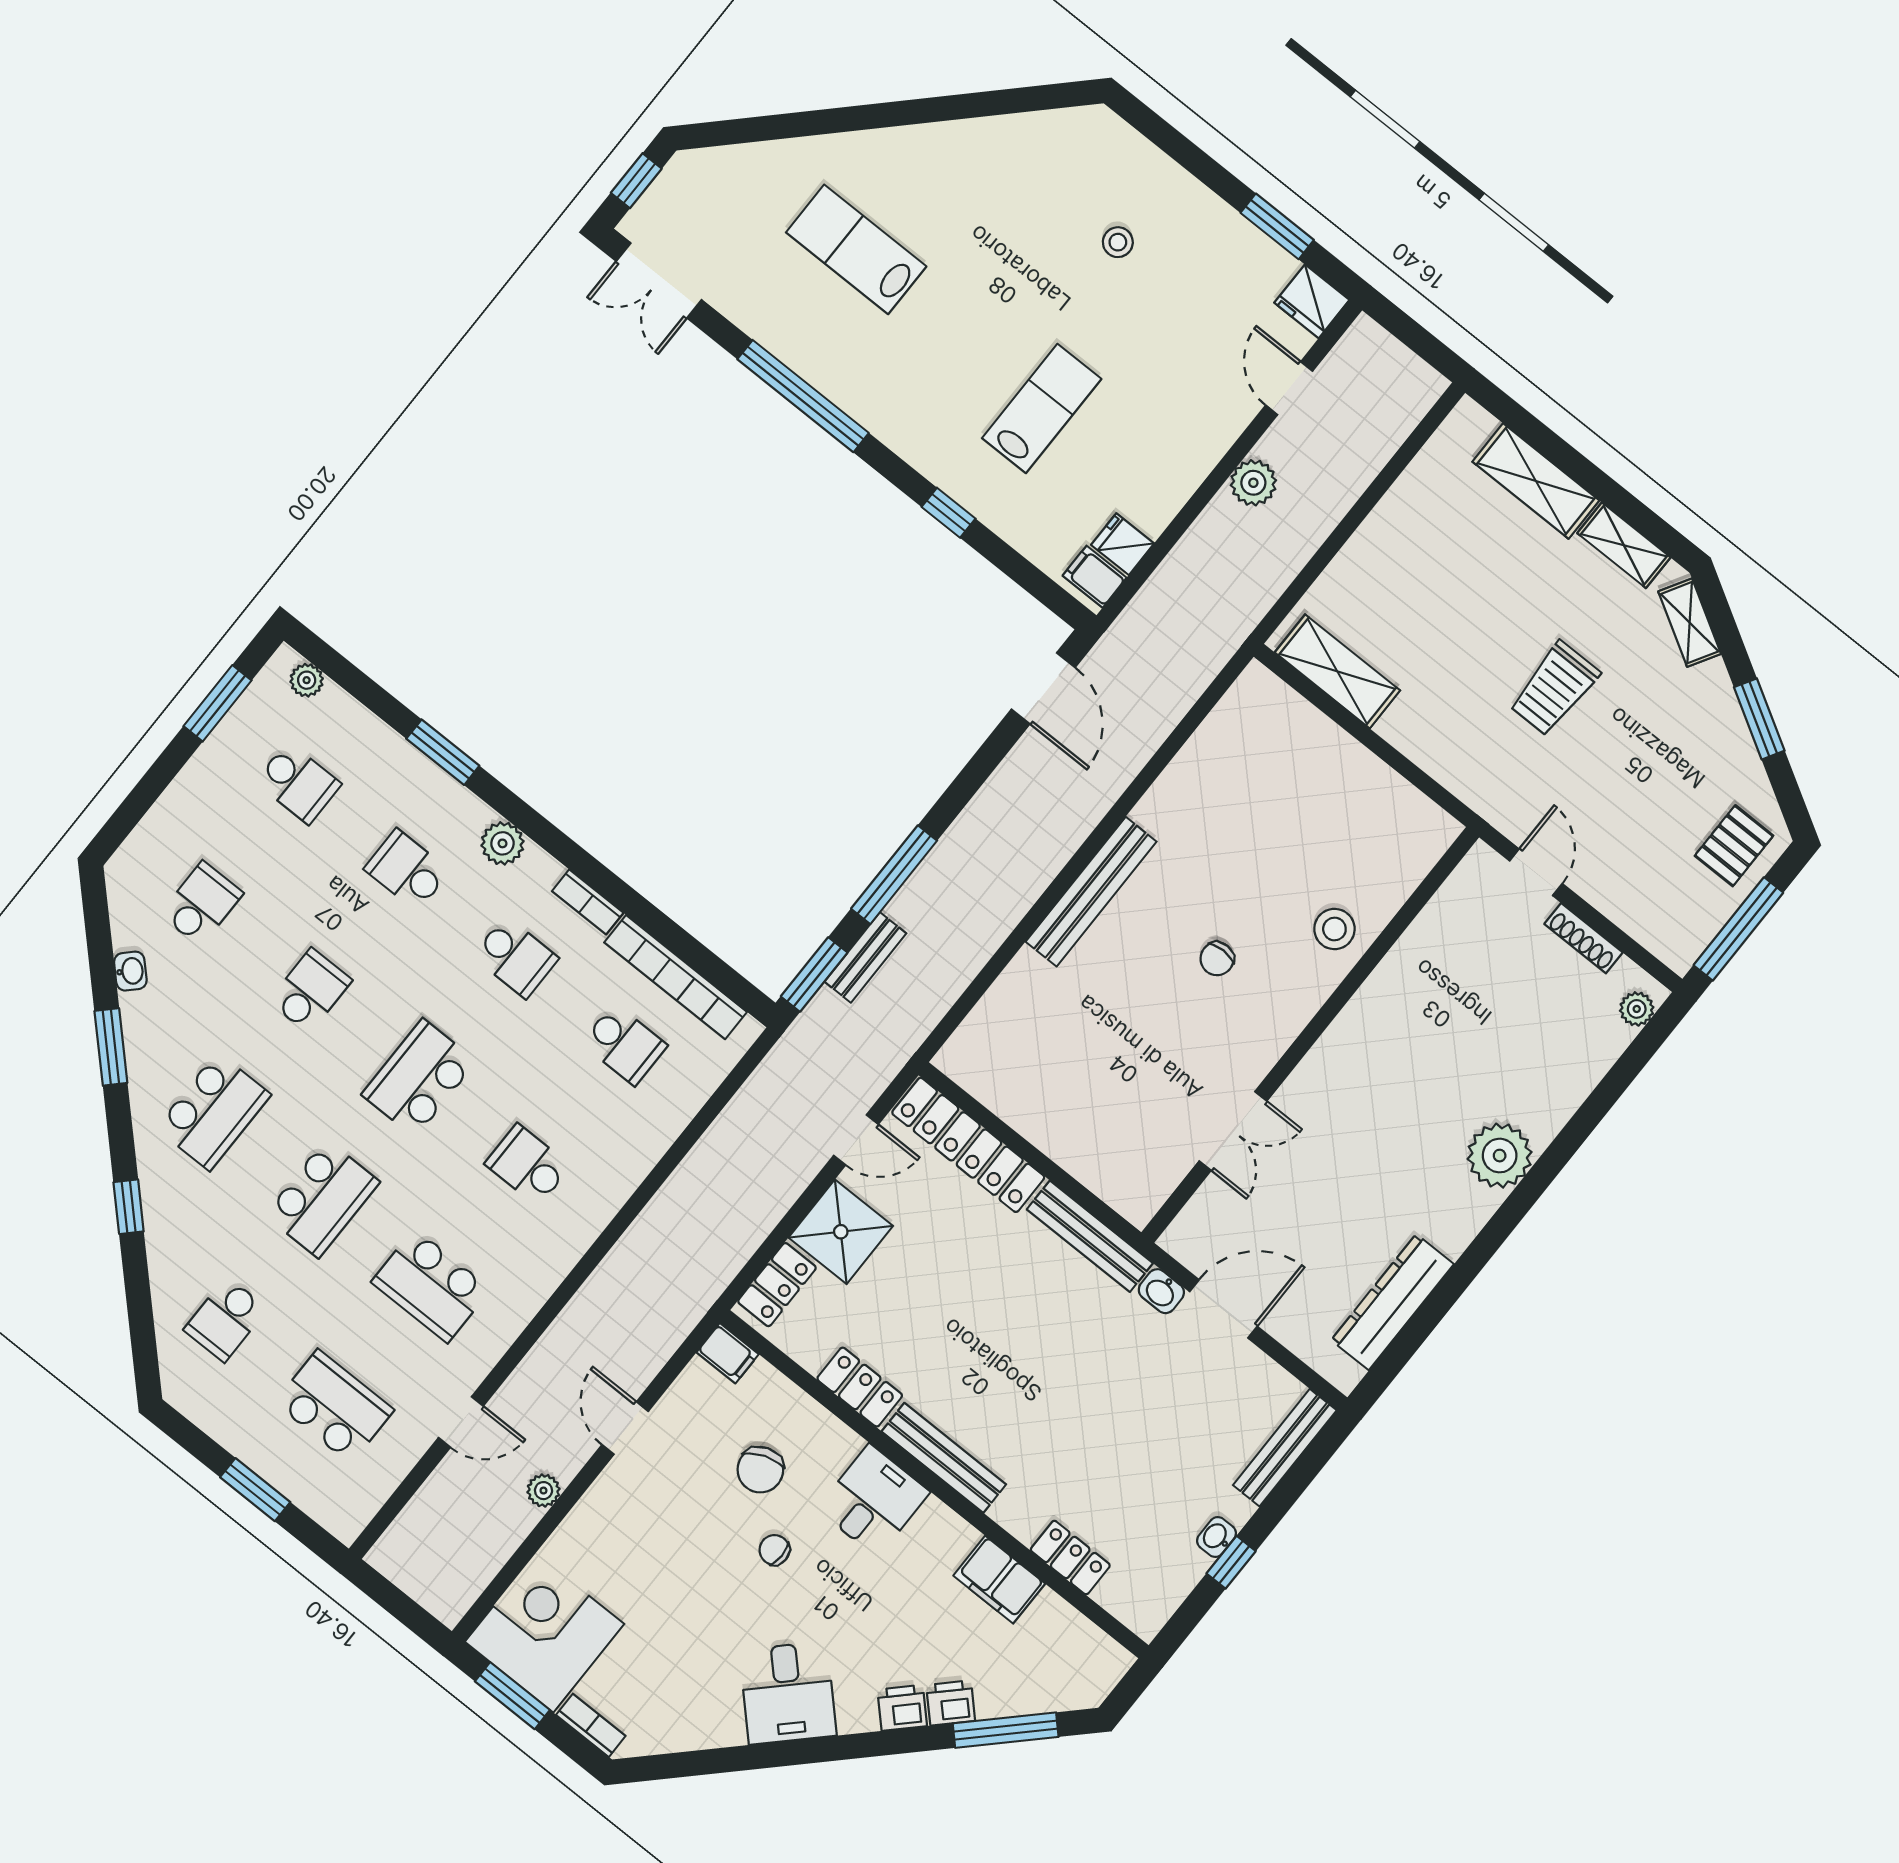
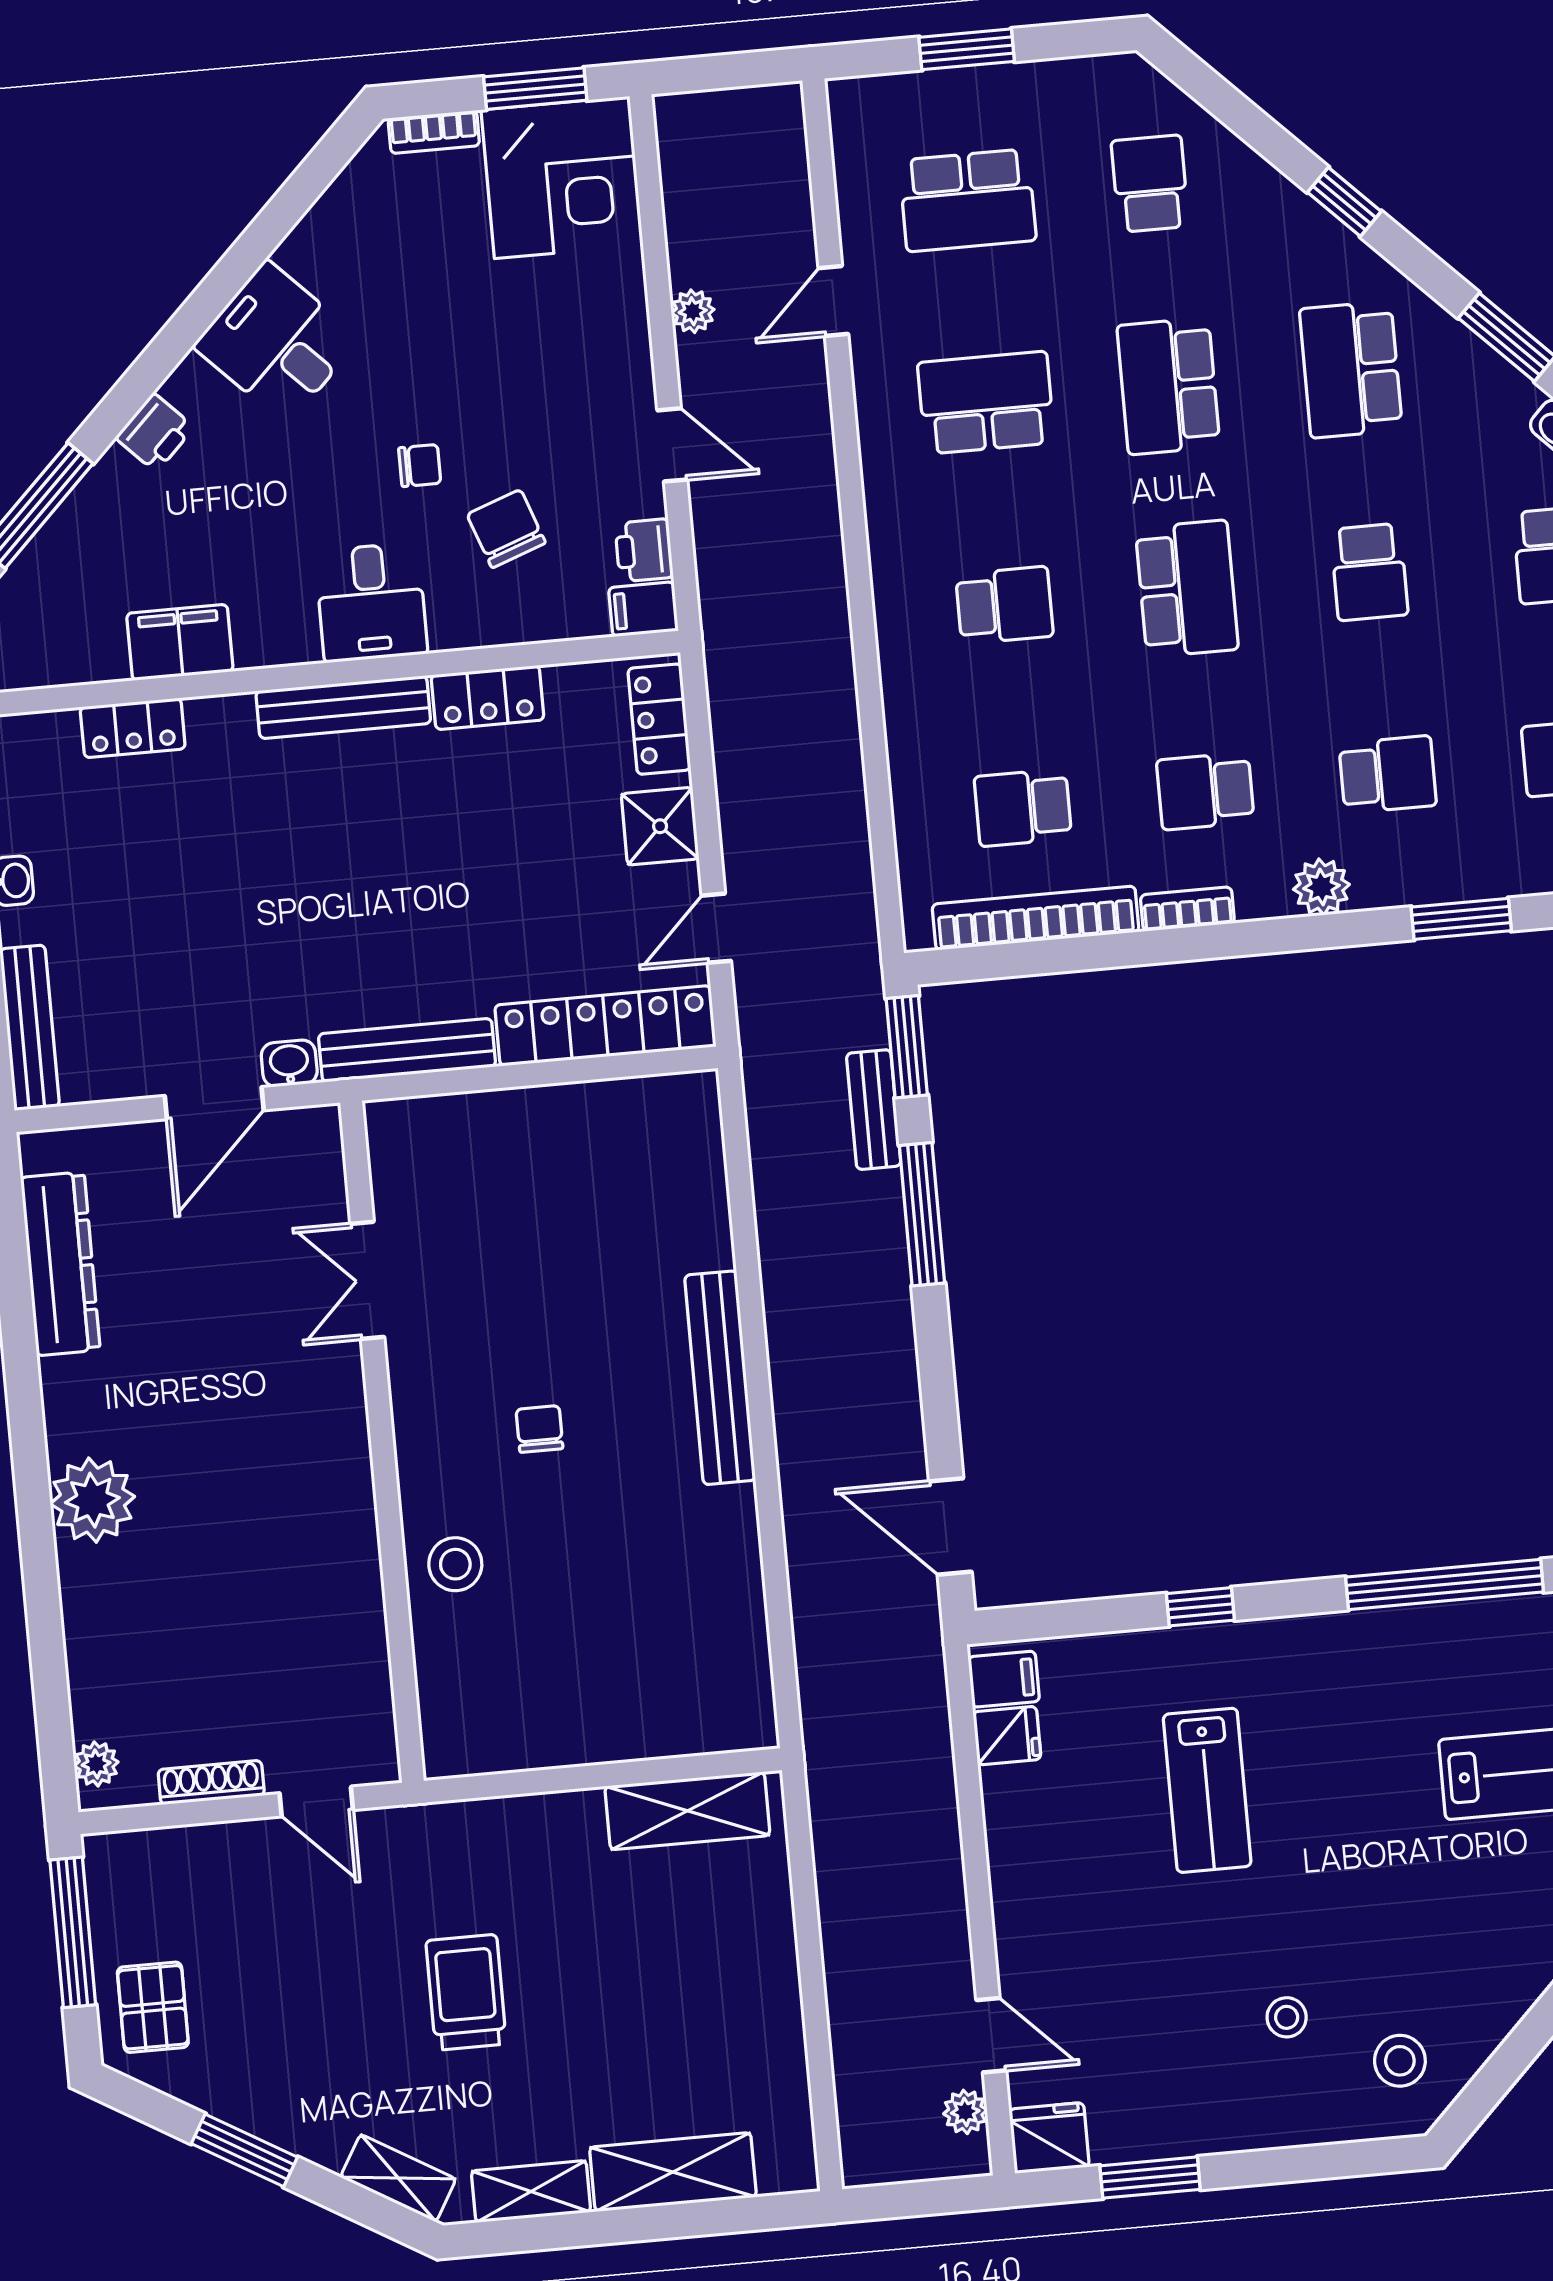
stool: (1079, 159) -> (1400, 2061), added
plant: (1253, 483) -> (965, 2112), moved, width x0.73, depth x0.73
shower: (841, 1232) -> (660, 826), width x0.73, depth x0.73
printer: (951, 1703) -> (644, 550), moved, turned 135

